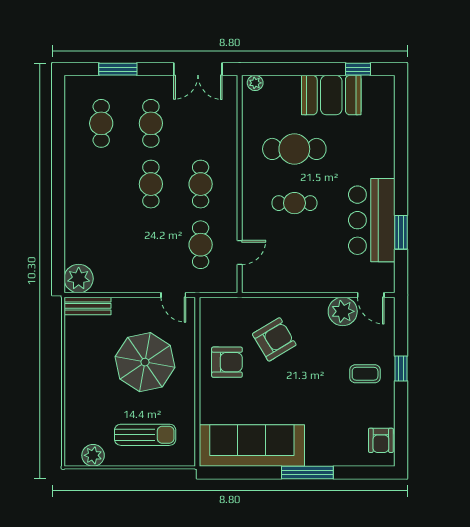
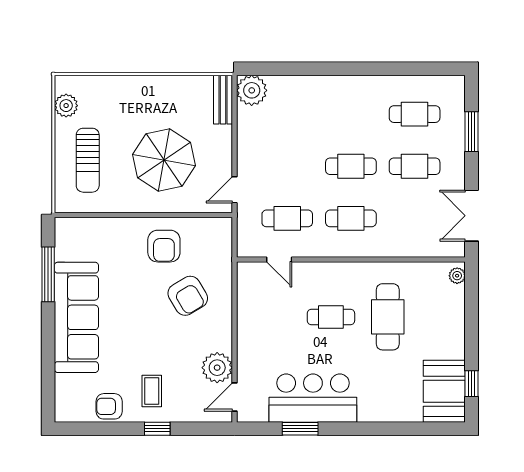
booth: (331, 95) -> (444, 391), moved
cafe table: (294, 203) -> (331, 317), turned 90
armchair: (381, 440) -> (109, 406), moved
sofa: (252, 446) -> (76, 317), moved
window: (307, 472) -> (48, 274), moved

